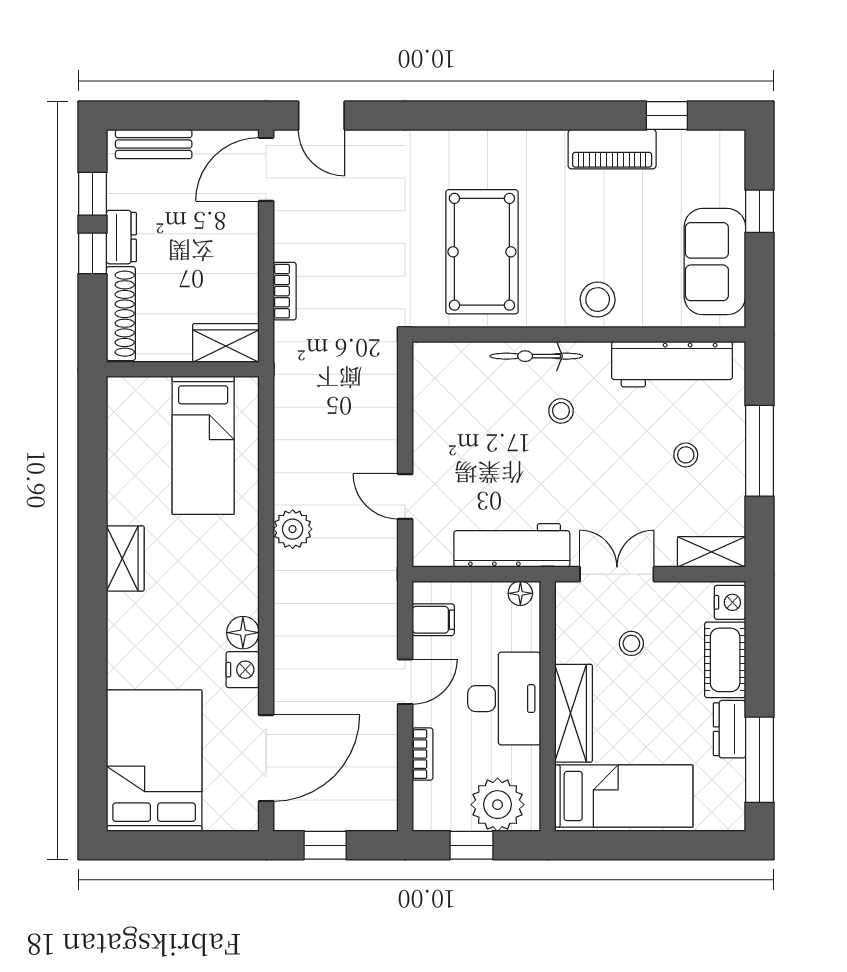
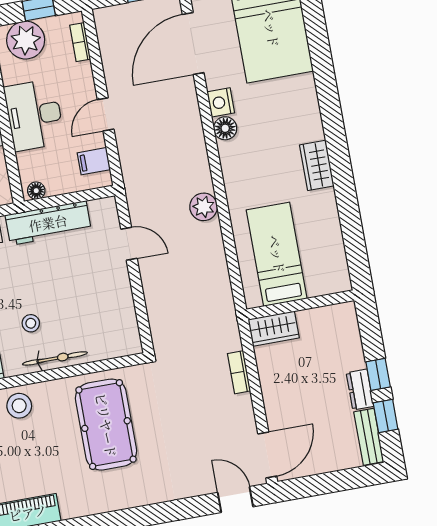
bench: (154, 144) -> (369, 437), moved, turned 90
shoe rack: (121, 314) -> (351, 336), removed
bookcase: (423, 754) -> (80, 42), moved

